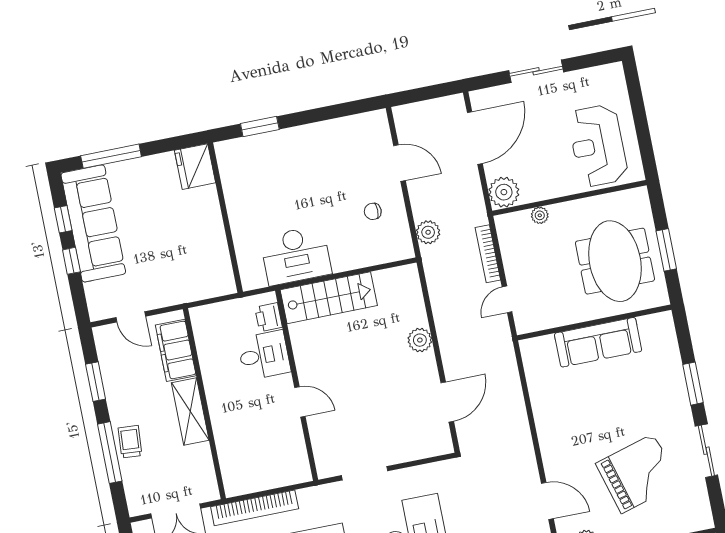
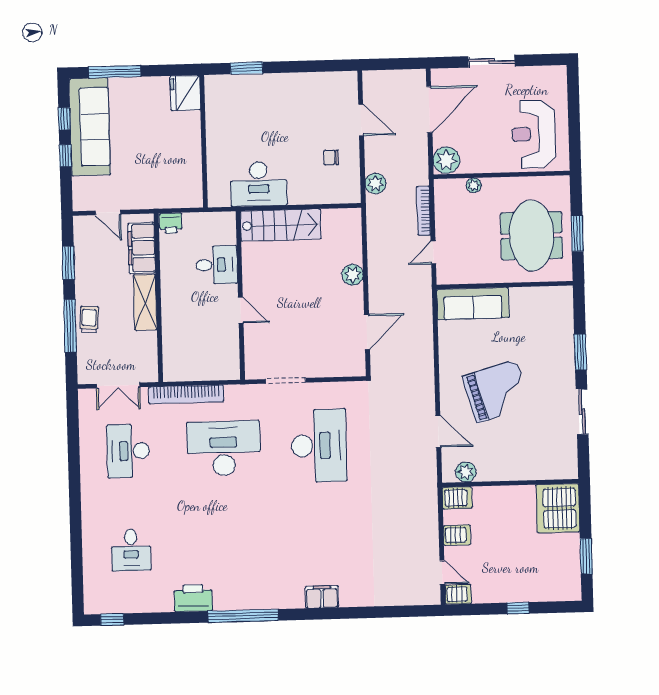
printer: (269, 317) -> (171, 223), moved, turned -90
sofa: (598, 342) -> (473, 304), moved
grand piano: (638, 474) -> (496, 391), moved

